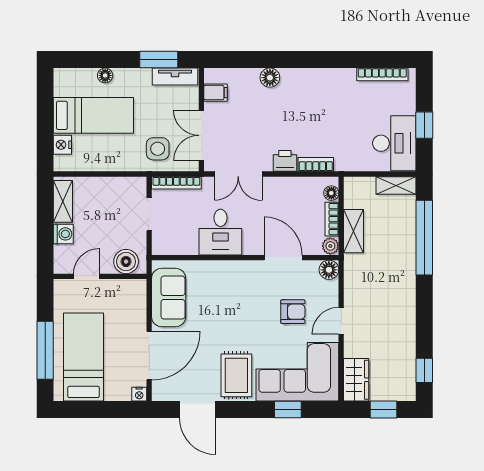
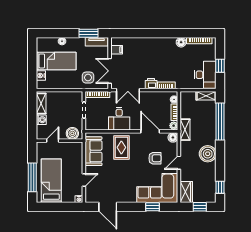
floor lamp: (270, 78) -> (181, 42), moved
shelving: (354, 231) -> (185, 130), moved
boiler: (399, 303) -> (208, 154), added
door: (149, 356) -> (84, 180), width x0.53
rug: (236, 375) -> (121, 147), moved

